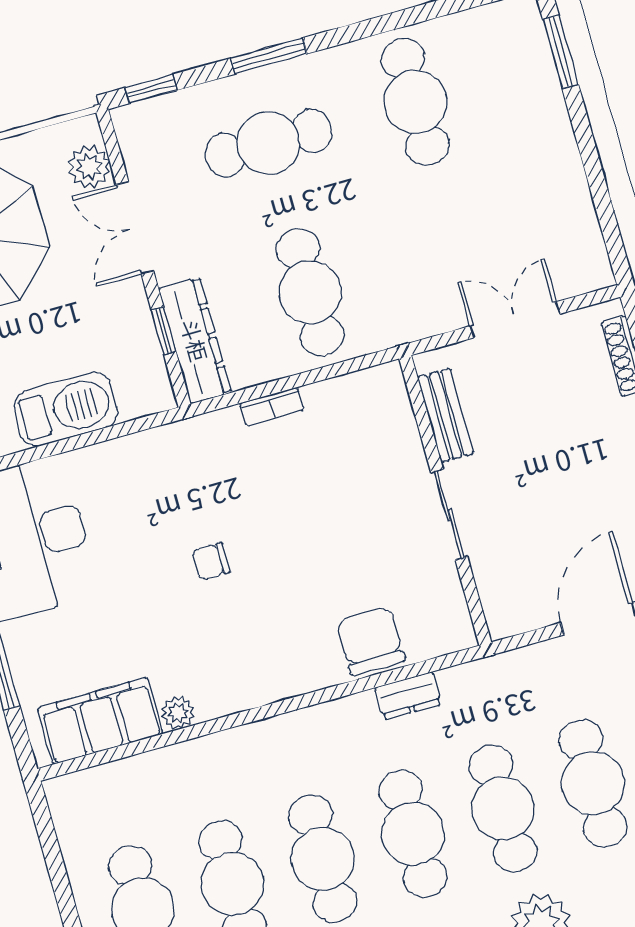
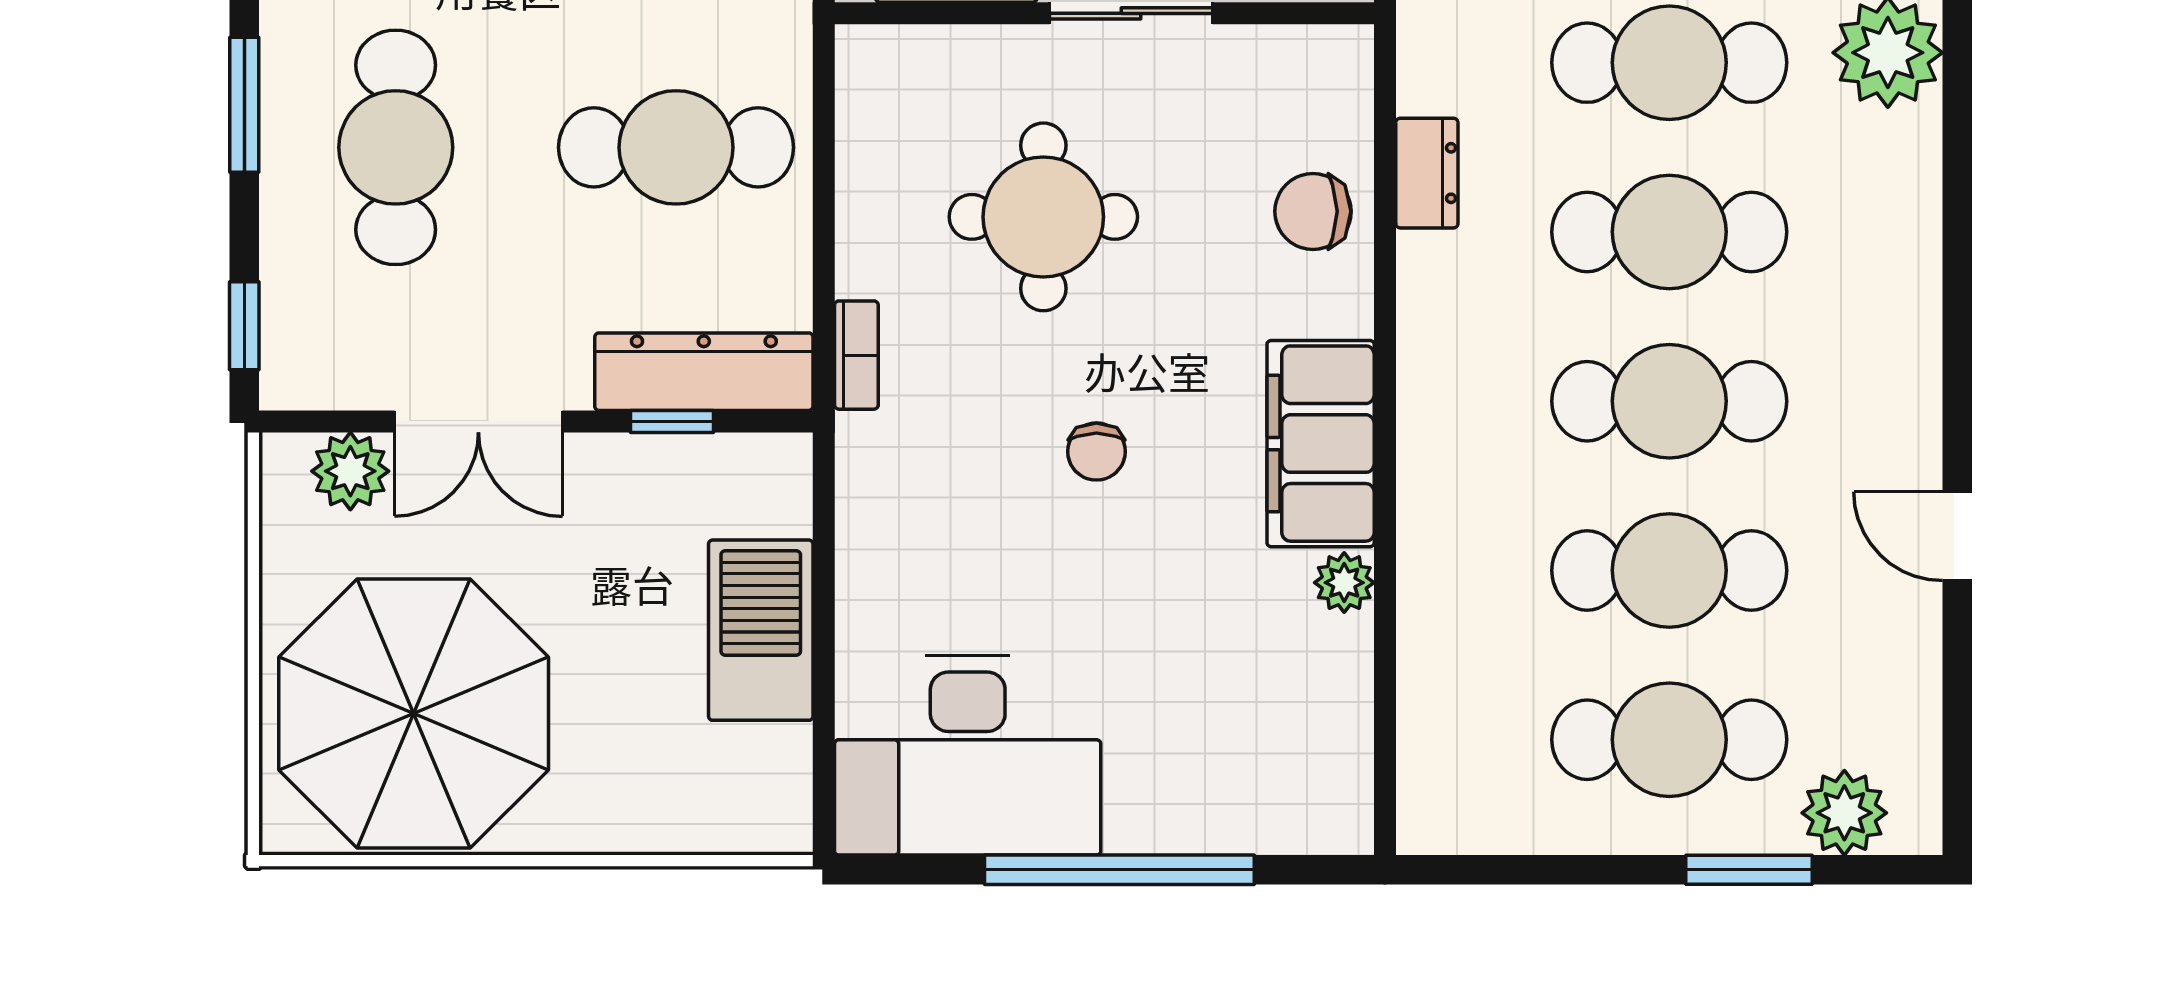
bookcase: (272, 407) -> (856, 355), moved
round table: (328, 498) -> (1043, 217), added
chair: (371, 641) -> (1313, 211), width x0.73, depth x0.73
filing cabinet: (100, 721) -> (1321, 444), moved

